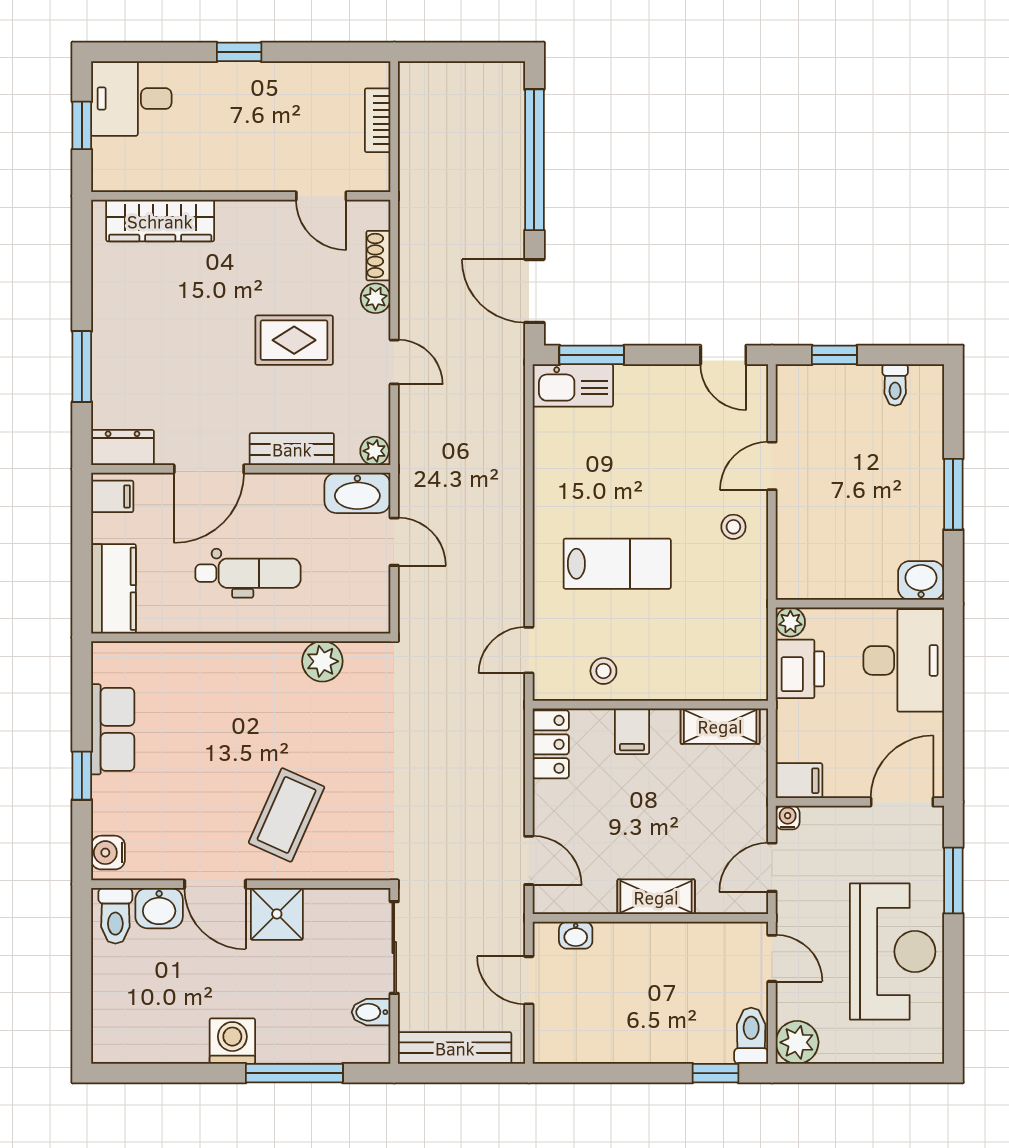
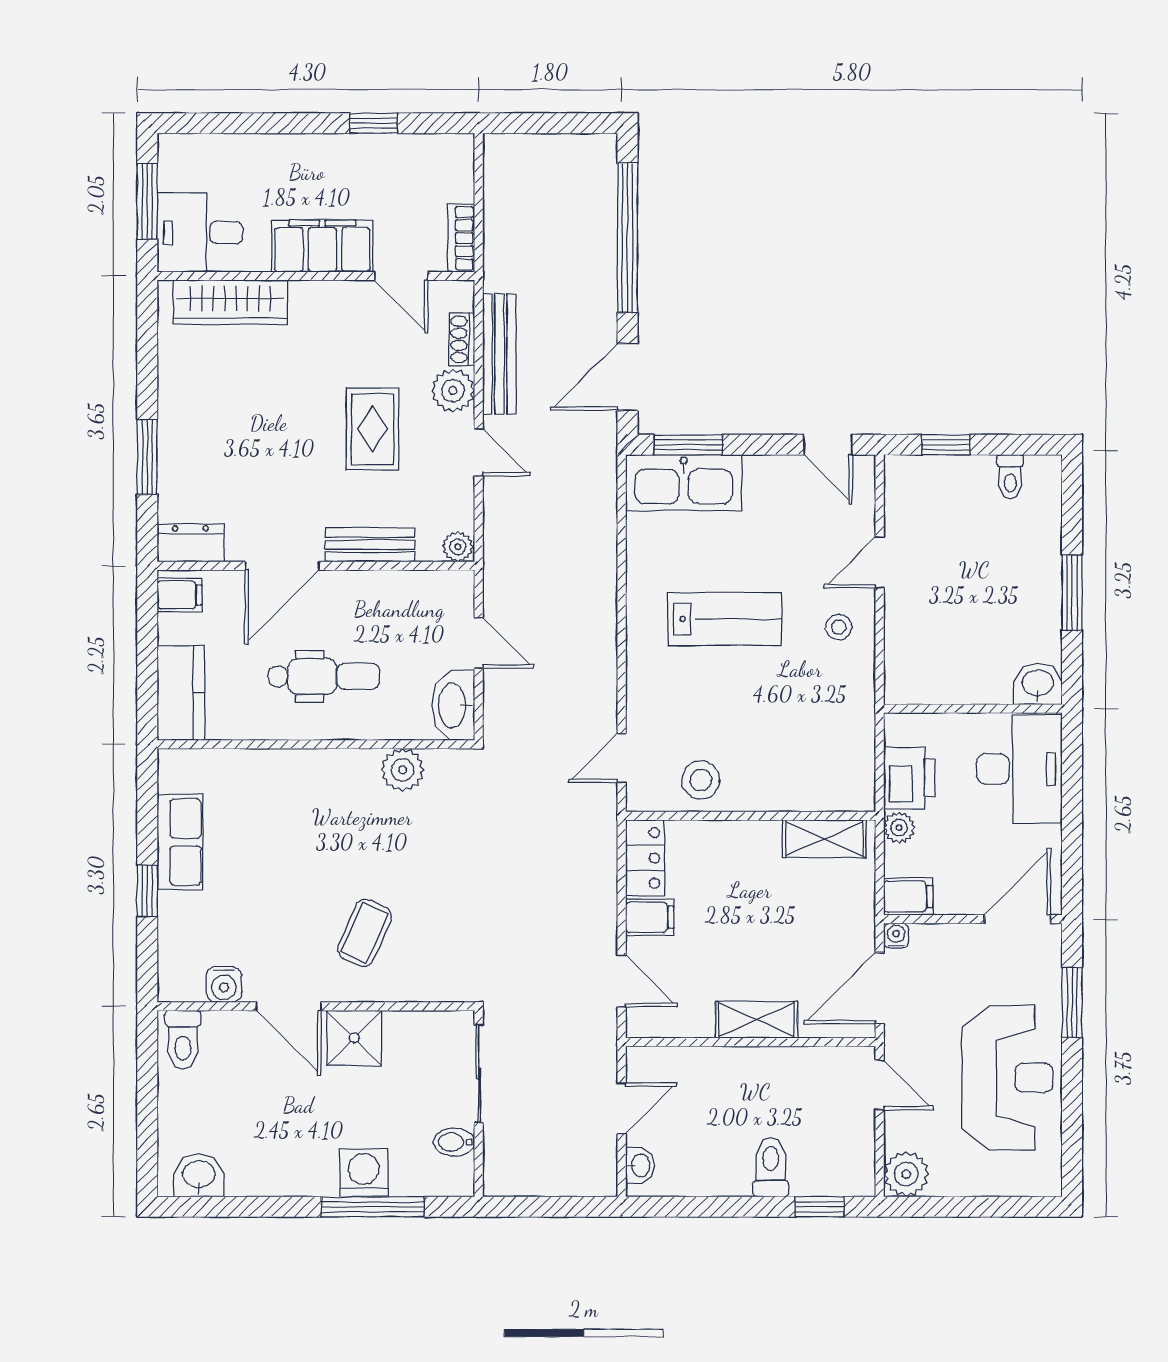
window: (239, 52) -> (374, 123), moved
desk: (131, 99) -> (200, 233), moved
bookcase: (378, 120) -> (461, 238), moved
window: (82, 125) -> (147, 201), width x1.50
filing cabinet: (247, 168) -> (322, 246), added
door: (534, 291) -> (627, 377), hinge flipped
plant: (375, 298) -> (453, 391), width x1.38, depth x1.38
rug: (294, 340) -> (372, 429), turned 90
kitchen sink: (573, 385) -> (684, 483), width x1.36, depth x1.24
washbasin: (357, 493) -> (453, 705), moved, turned 90
lab bench: (617, 564) -> (725, 619), moved
plant: (790, 622) -> (899, 828), moved
stool: (603, 671) -> (701, 780), width x1.37, depth x1.37
filing cabinet: (632, 731) -> (650, 917), moved, turned -90
coffee table: (287, 815) -> (365, 933), width x0.73, depth x0.77
water cooler: (108, 853) -> (224, 984), moved, turned -90
door: (772, 867) -> (880, 988), width x1.38
washbasin: (159, 908) -> (199, 1176), moved, turned 180
washbasin: (576, 935) -> (640, 1165), moved, turned -90
door: (529, 980) -> (622, 1108), swing flipped
toilet: (751, 1036) -> (771, 1167), moved
washing machine: (232, 1041) -> (364, 1173), moved
bench: (455, 1048) -> (499, 354), moved, turned 90

